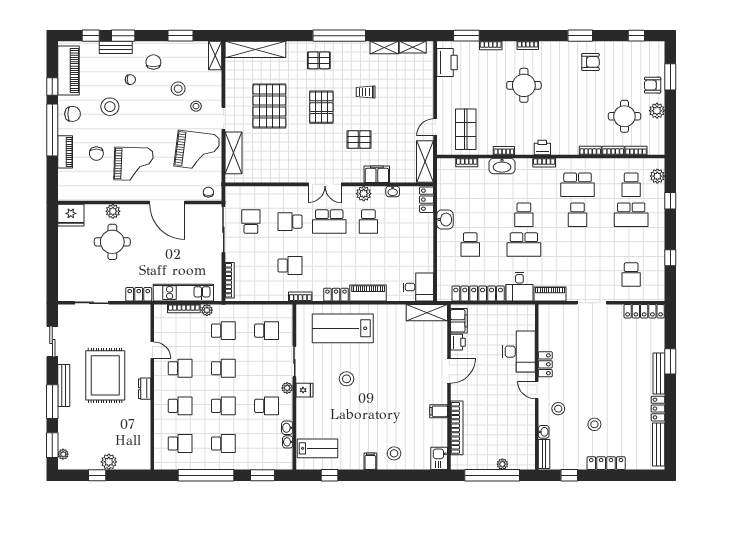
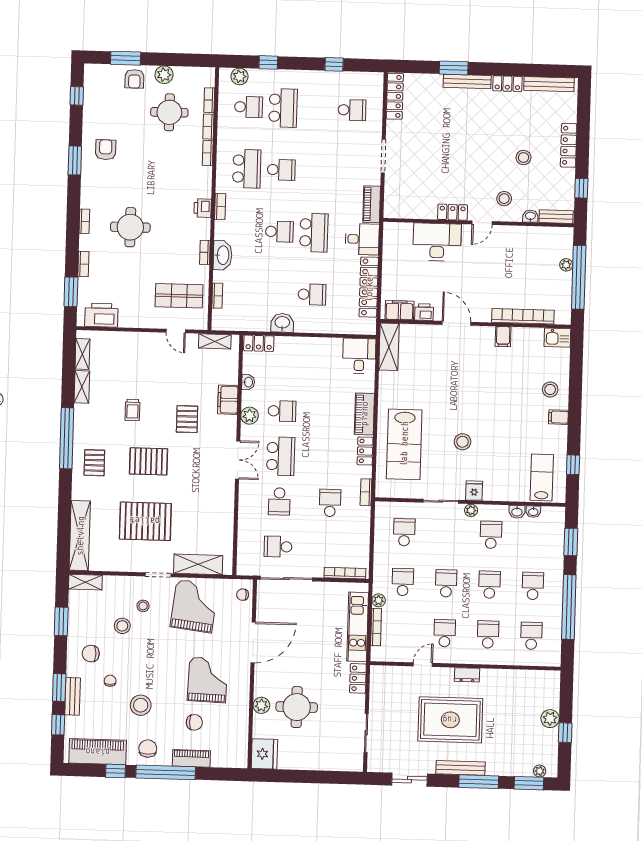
shelving: (425, 162) -> (215, 341), width x0.67, depth x0.75

